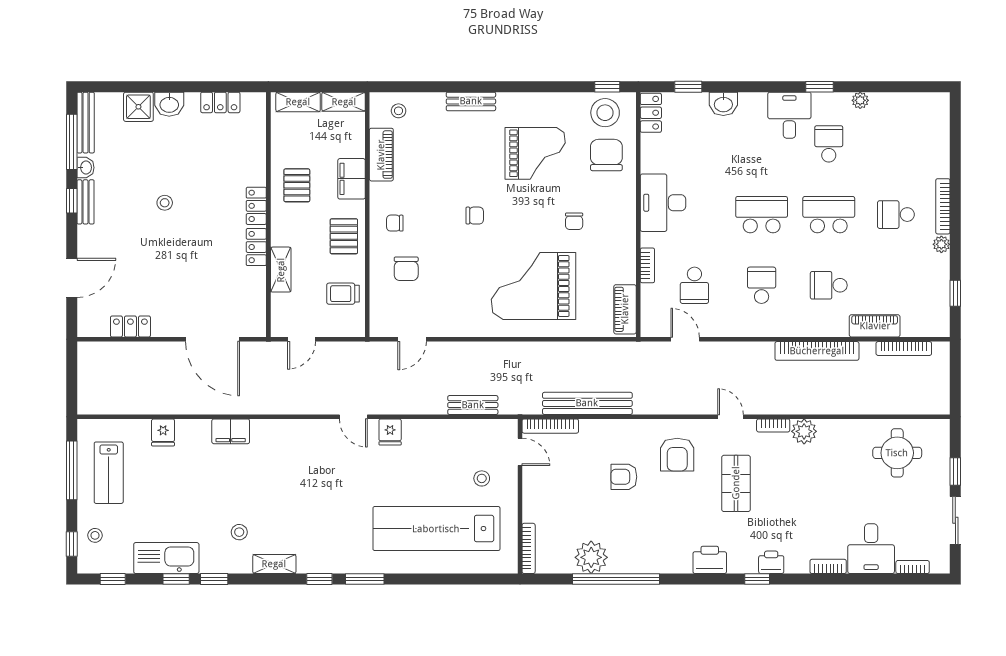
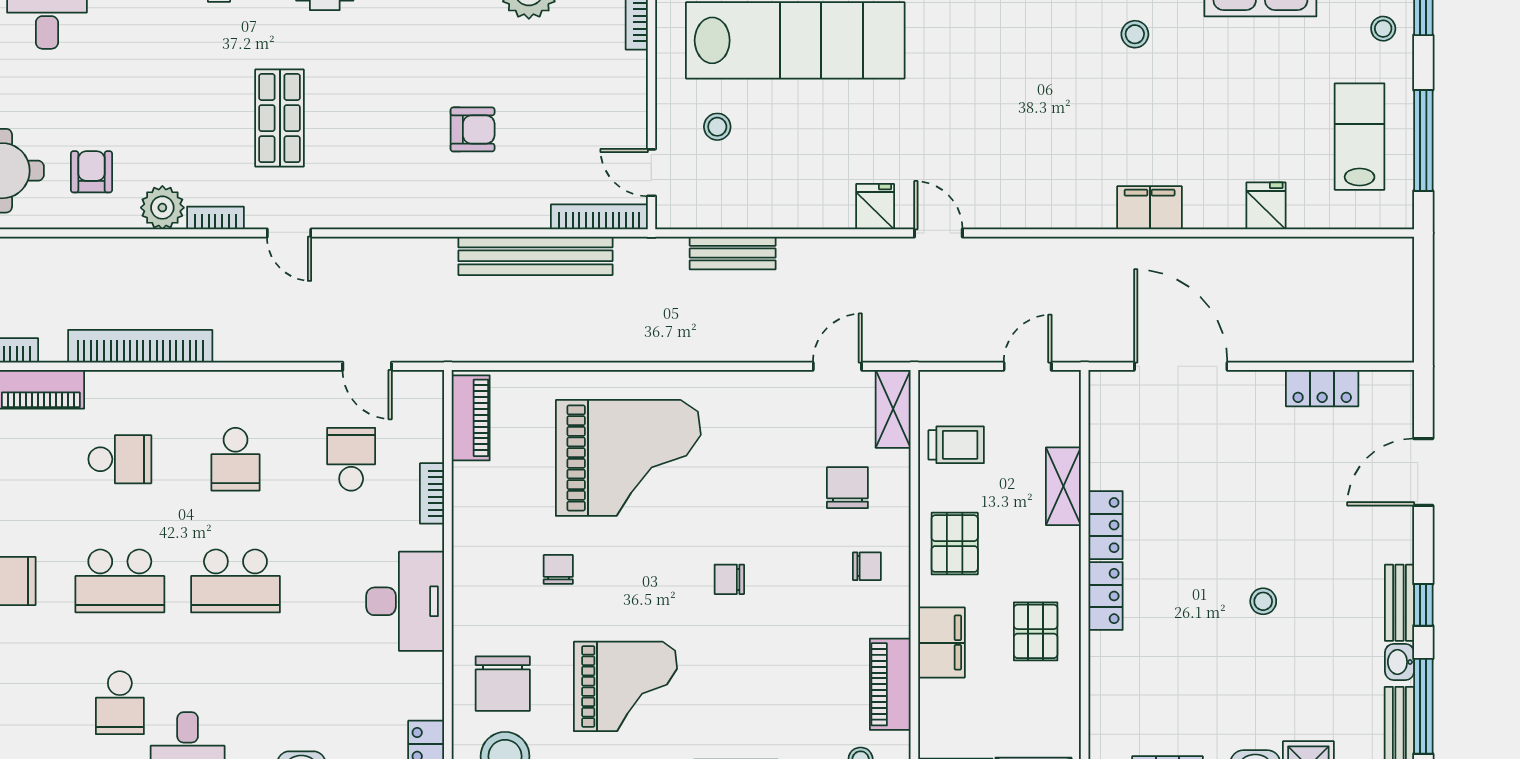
grand piano: (535, 153) -> (625, 686), turned 180
shelving: (380, 315) -> (893, 409), added
armchair: (677, 455) -> (91, 172), moved, width x0.72, depth x0.72

